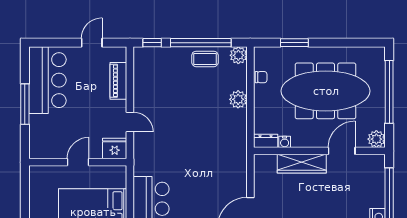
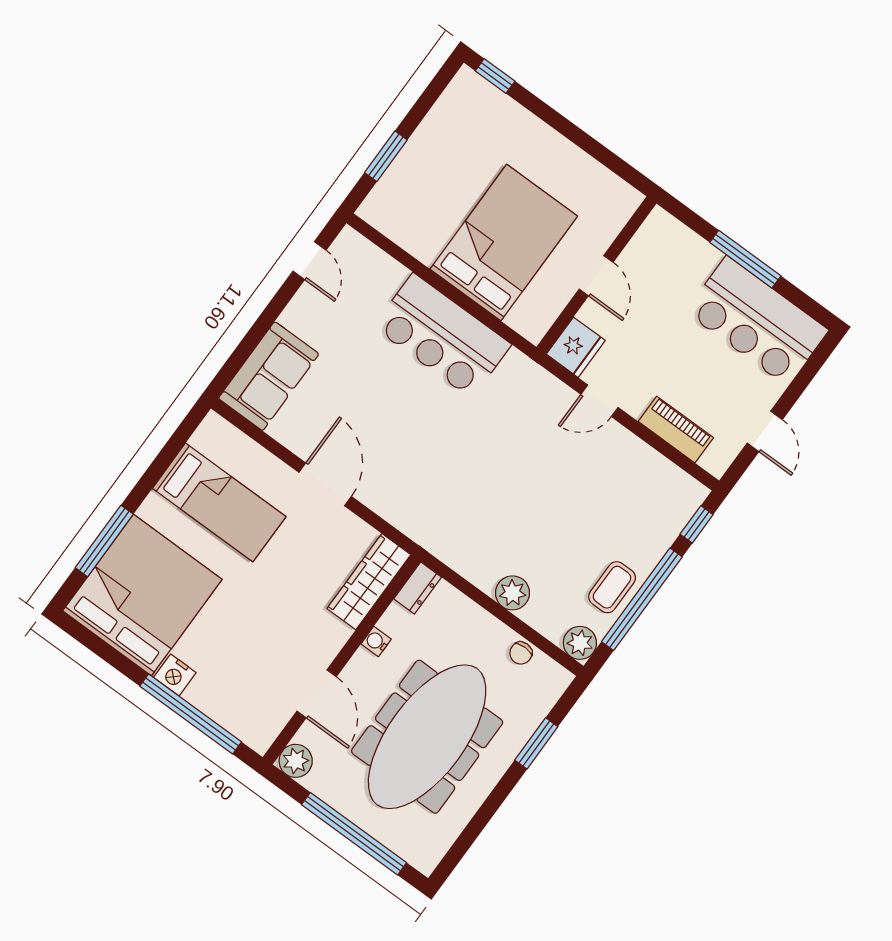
water cooler: (285, 142) -> (376, 641), moved
wardrobe: (302, 164) -> (369, 582), moved

